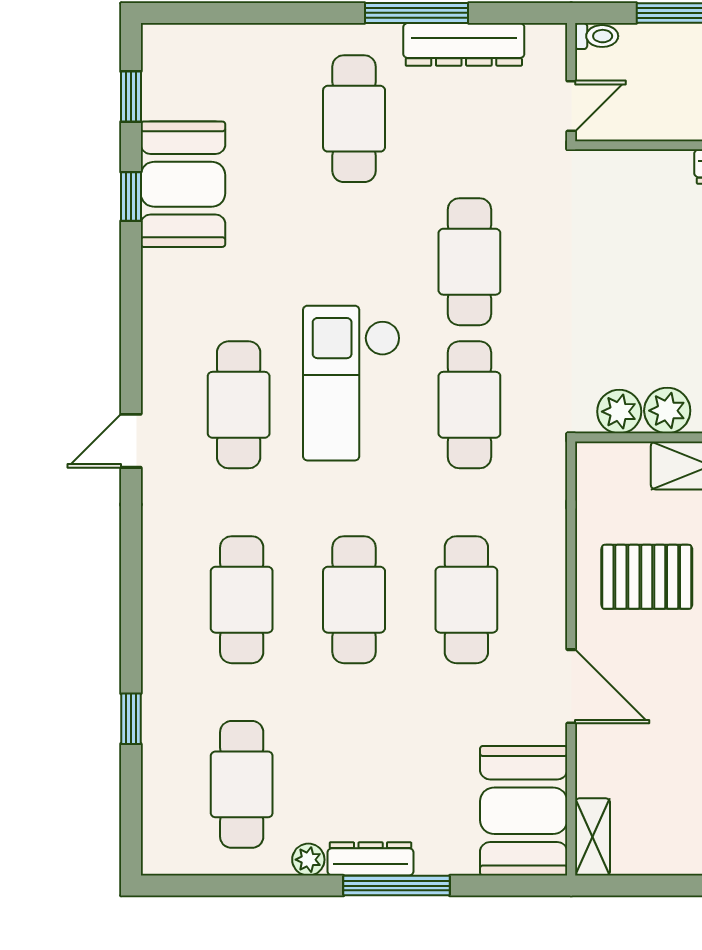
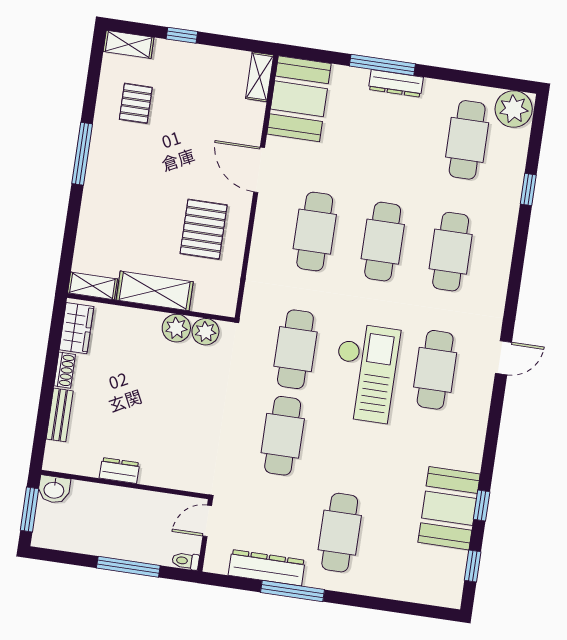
pallet: (647, 577) -> (204, 229), turned 90
plant: (308, 860) -> (514, 109), moved, width x1.88, depth x1.88

